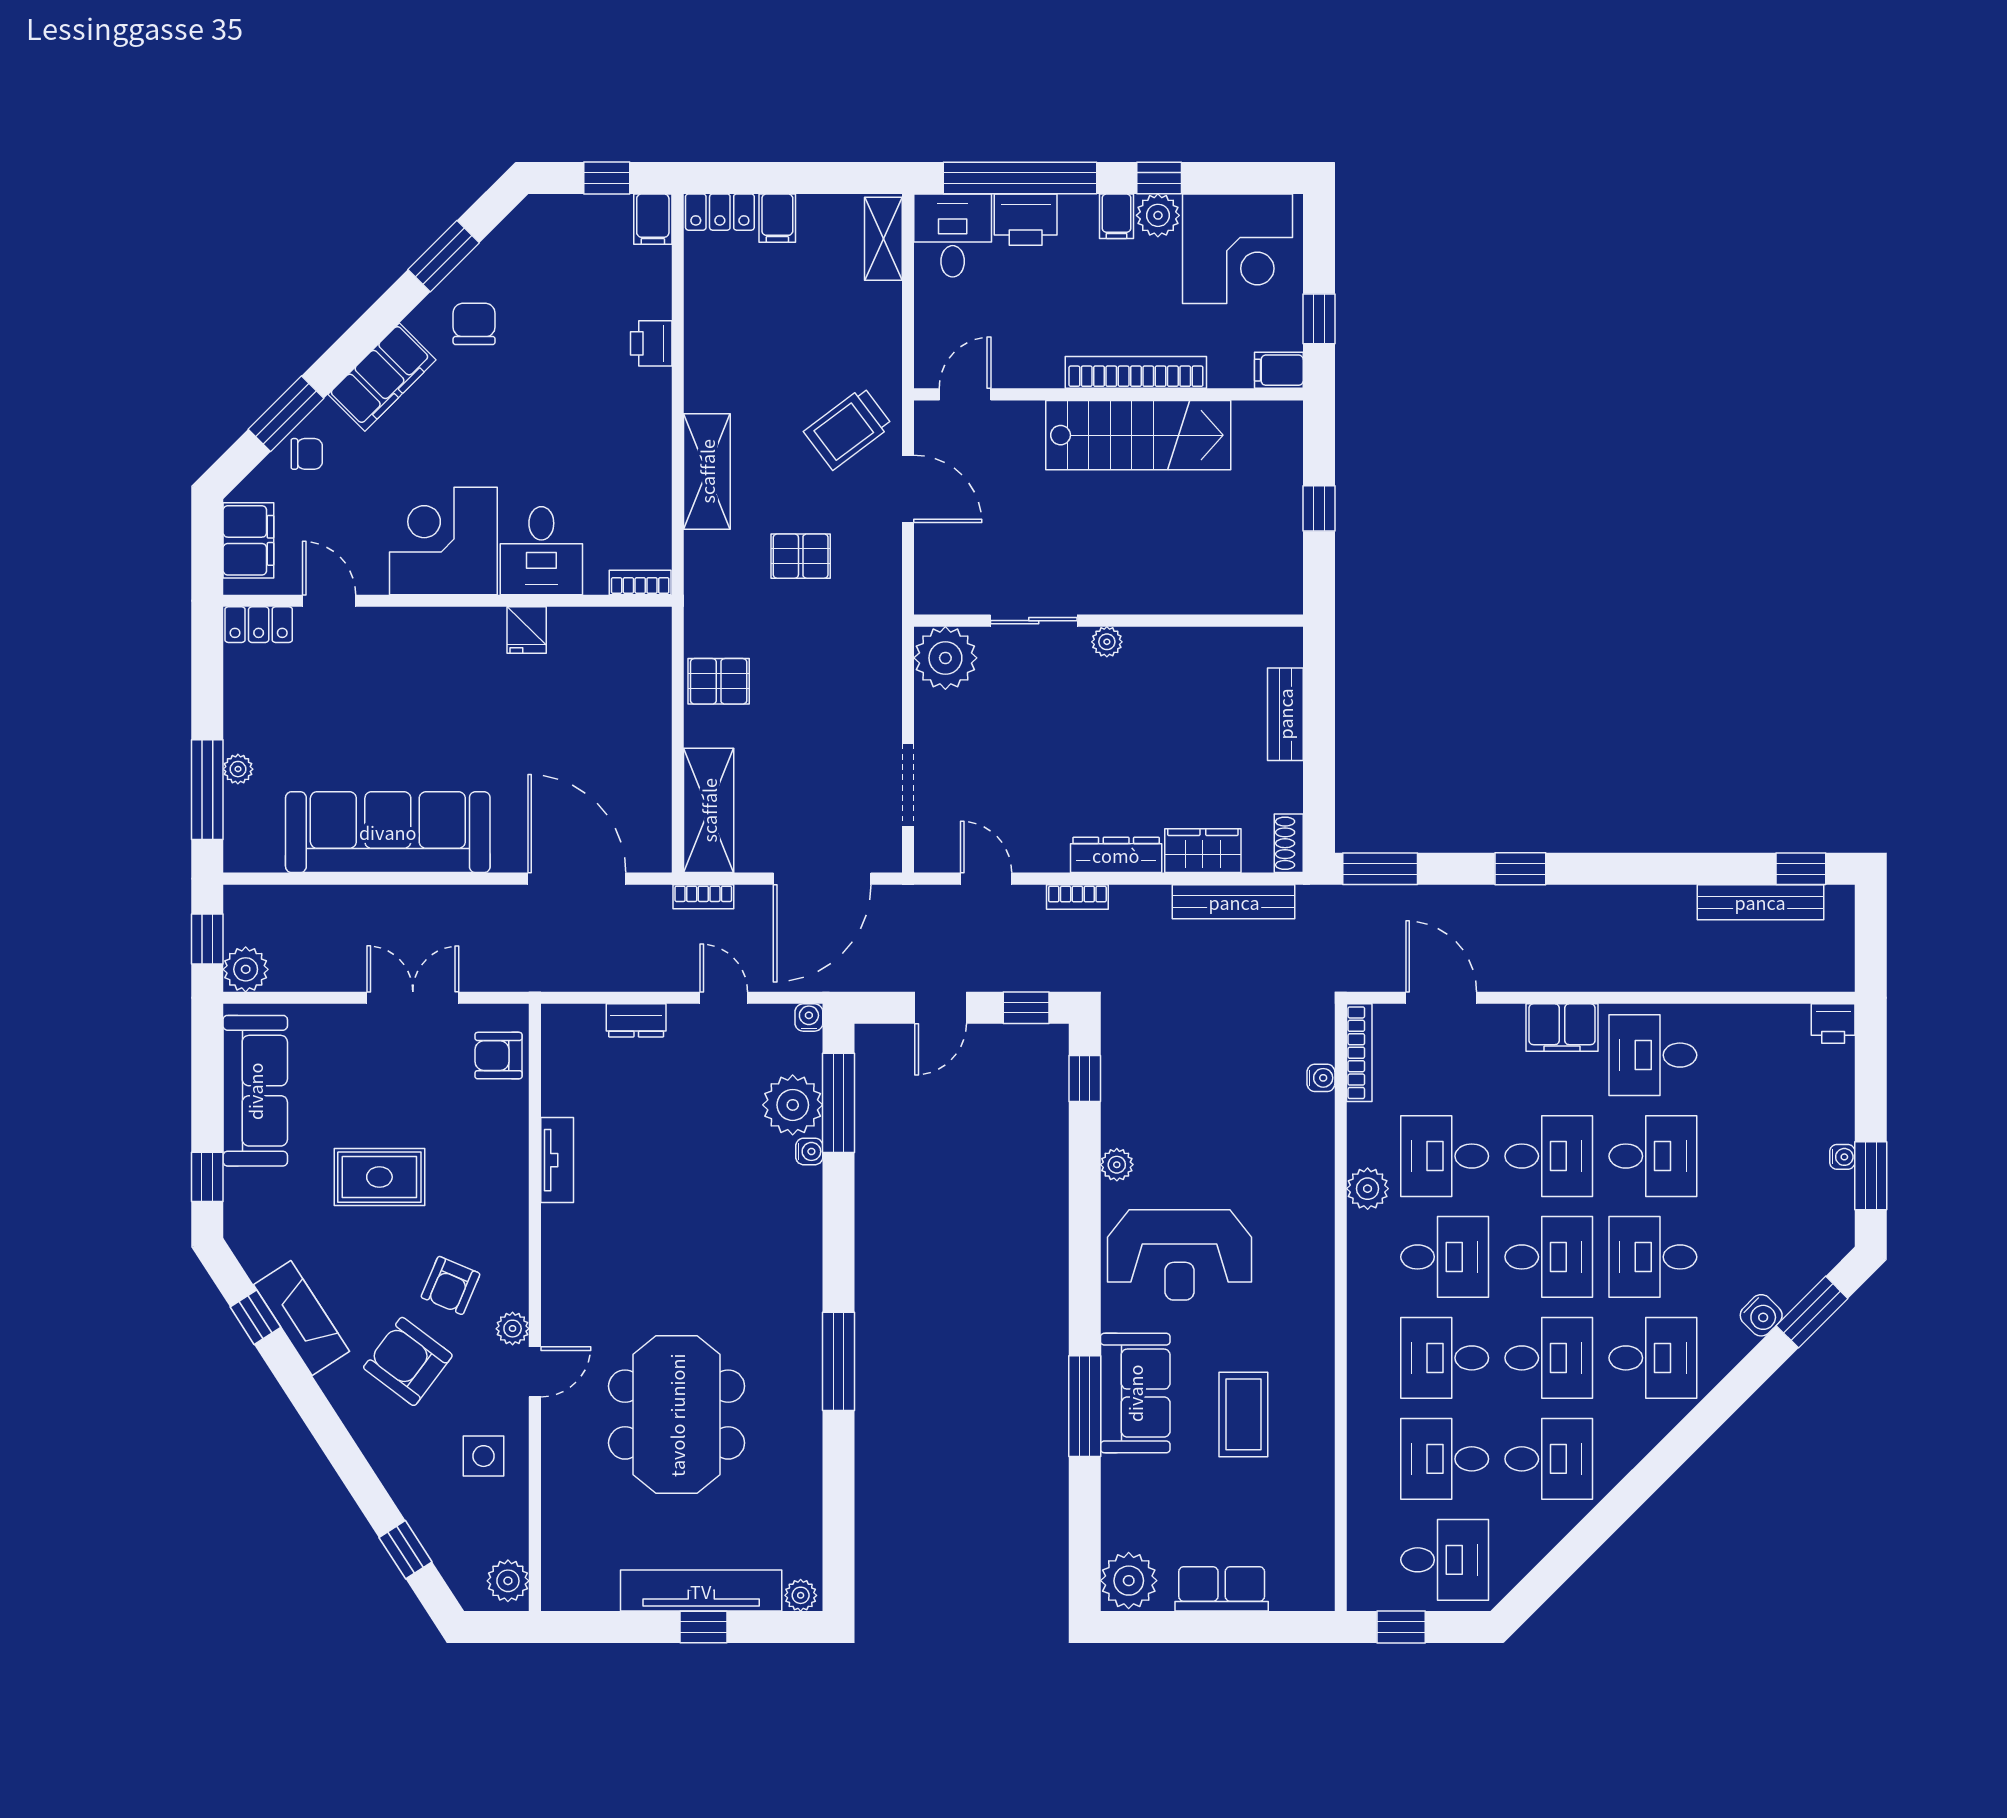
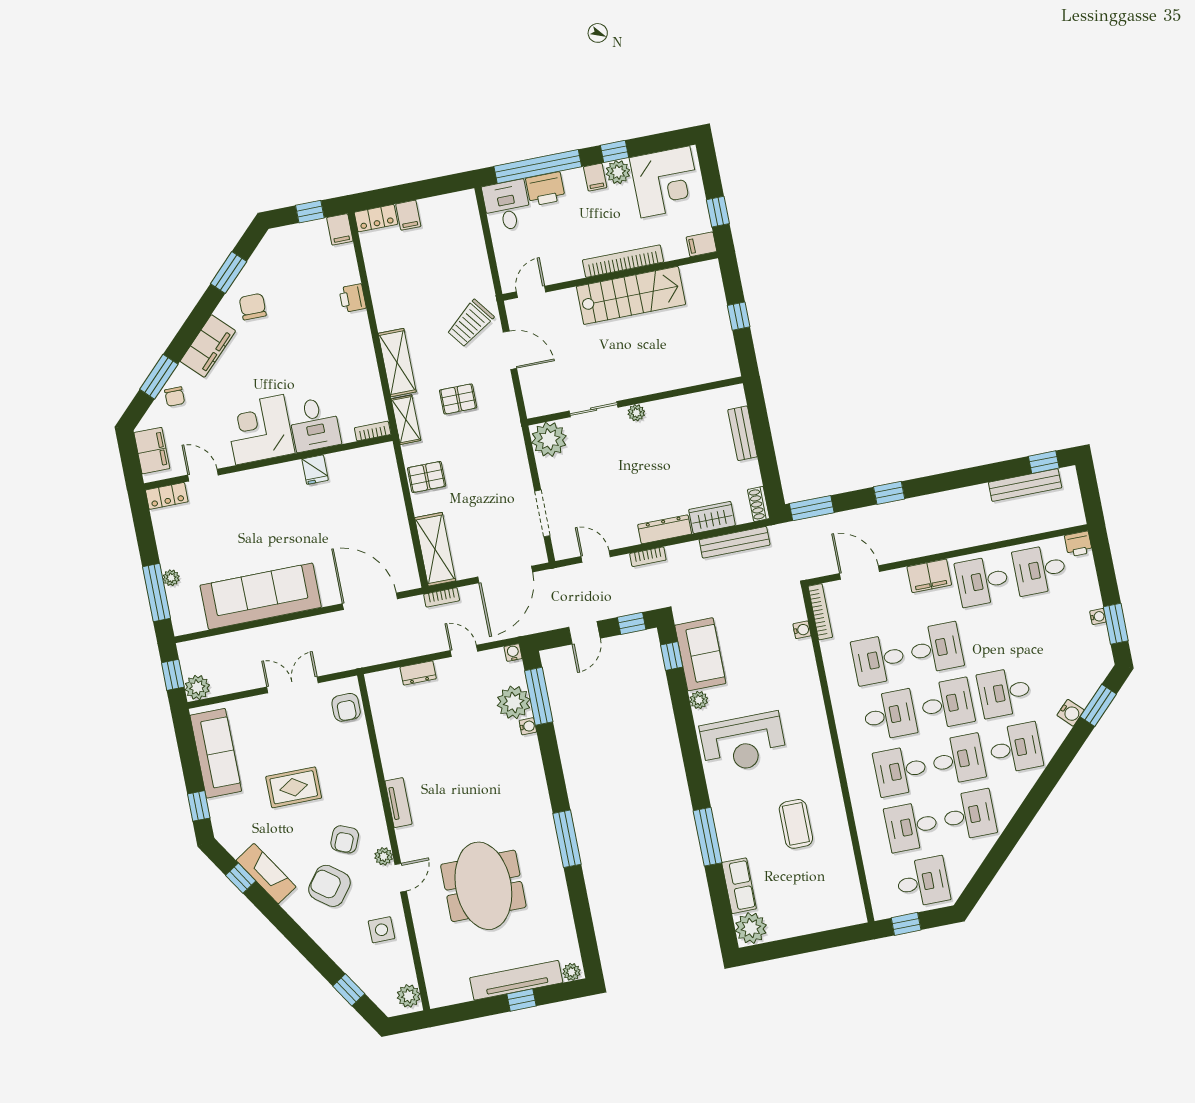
shelving: (883, 239) -> (406, 420), moved
chair: (307, 454) -> (175, 397), turned 90
armchair: (499, 1056) -> (346, 707), turned -90
desk: (1653, 1156) -> (1040, 570), moved, turned 180
tv unit: (557, 1160) -> (398, 803), moved
plant: (1368, 1189) -> (840, 686), removed
sofa: (1135, 1393) -> (700, 654), moved
row of seats: (1222, 1589) -> (739, 886), moved, turned 90

